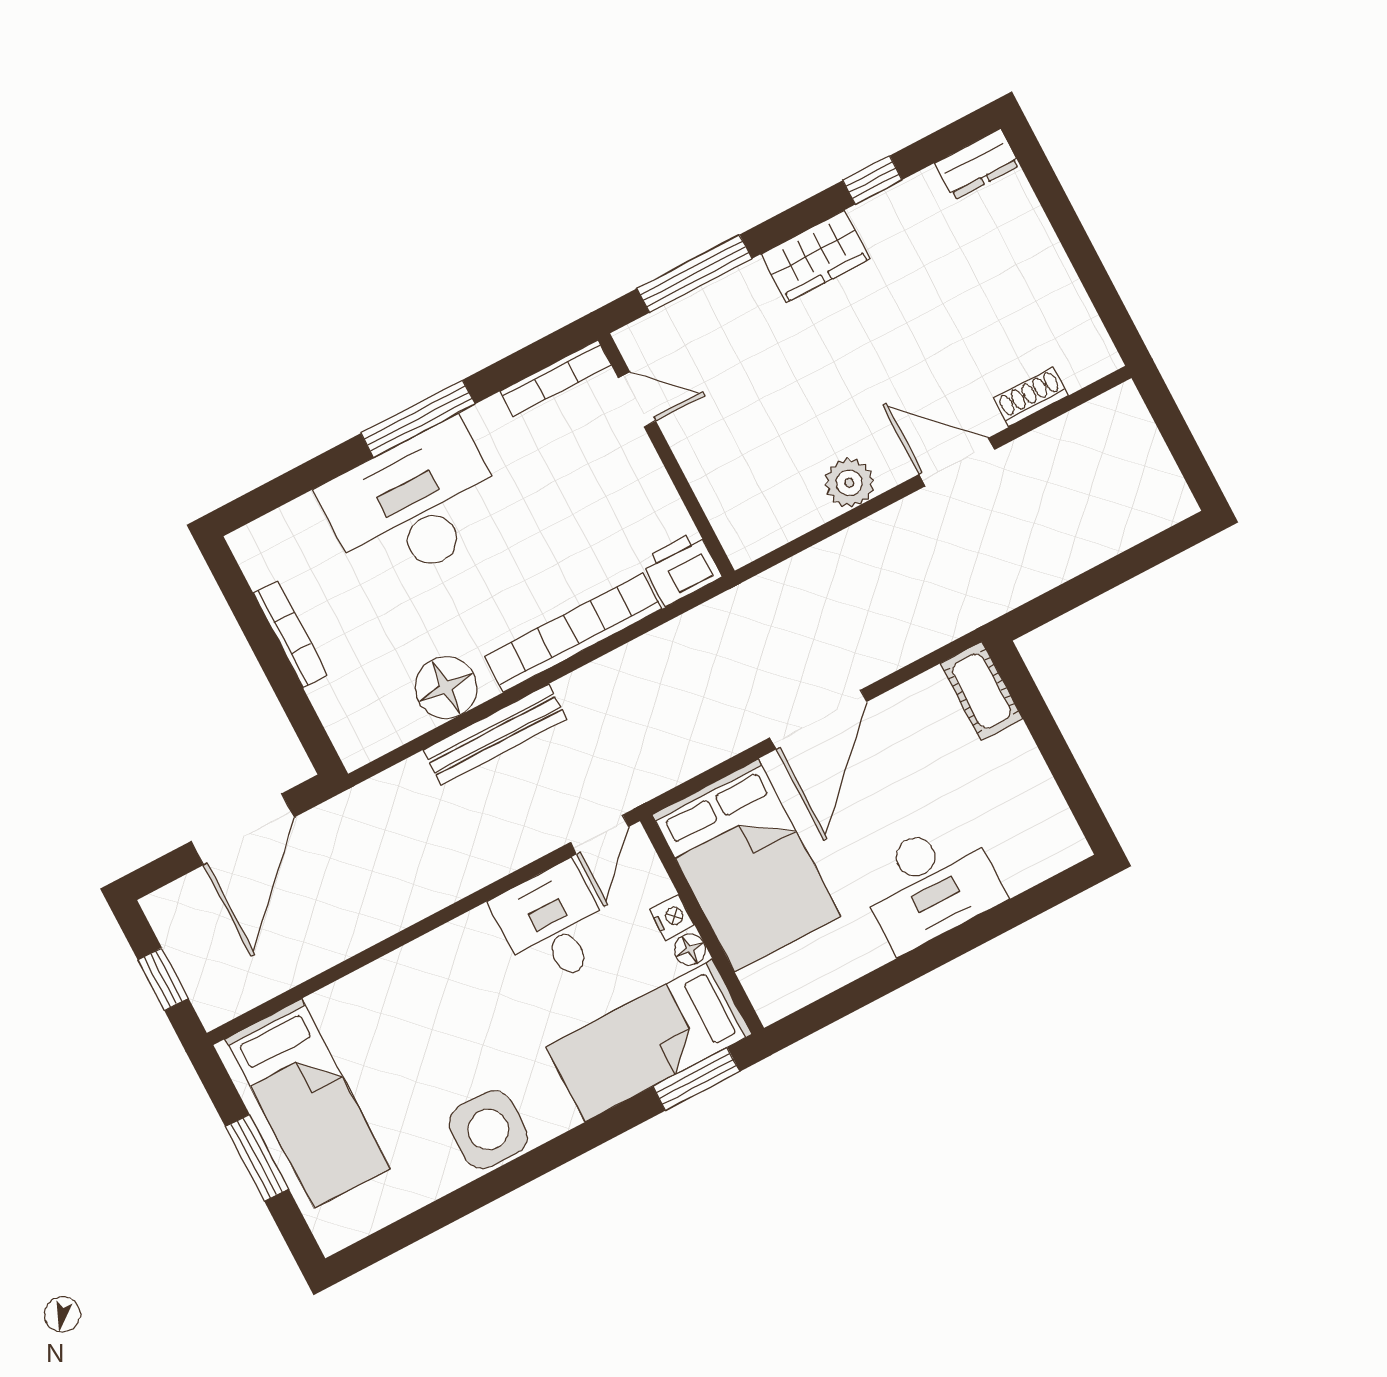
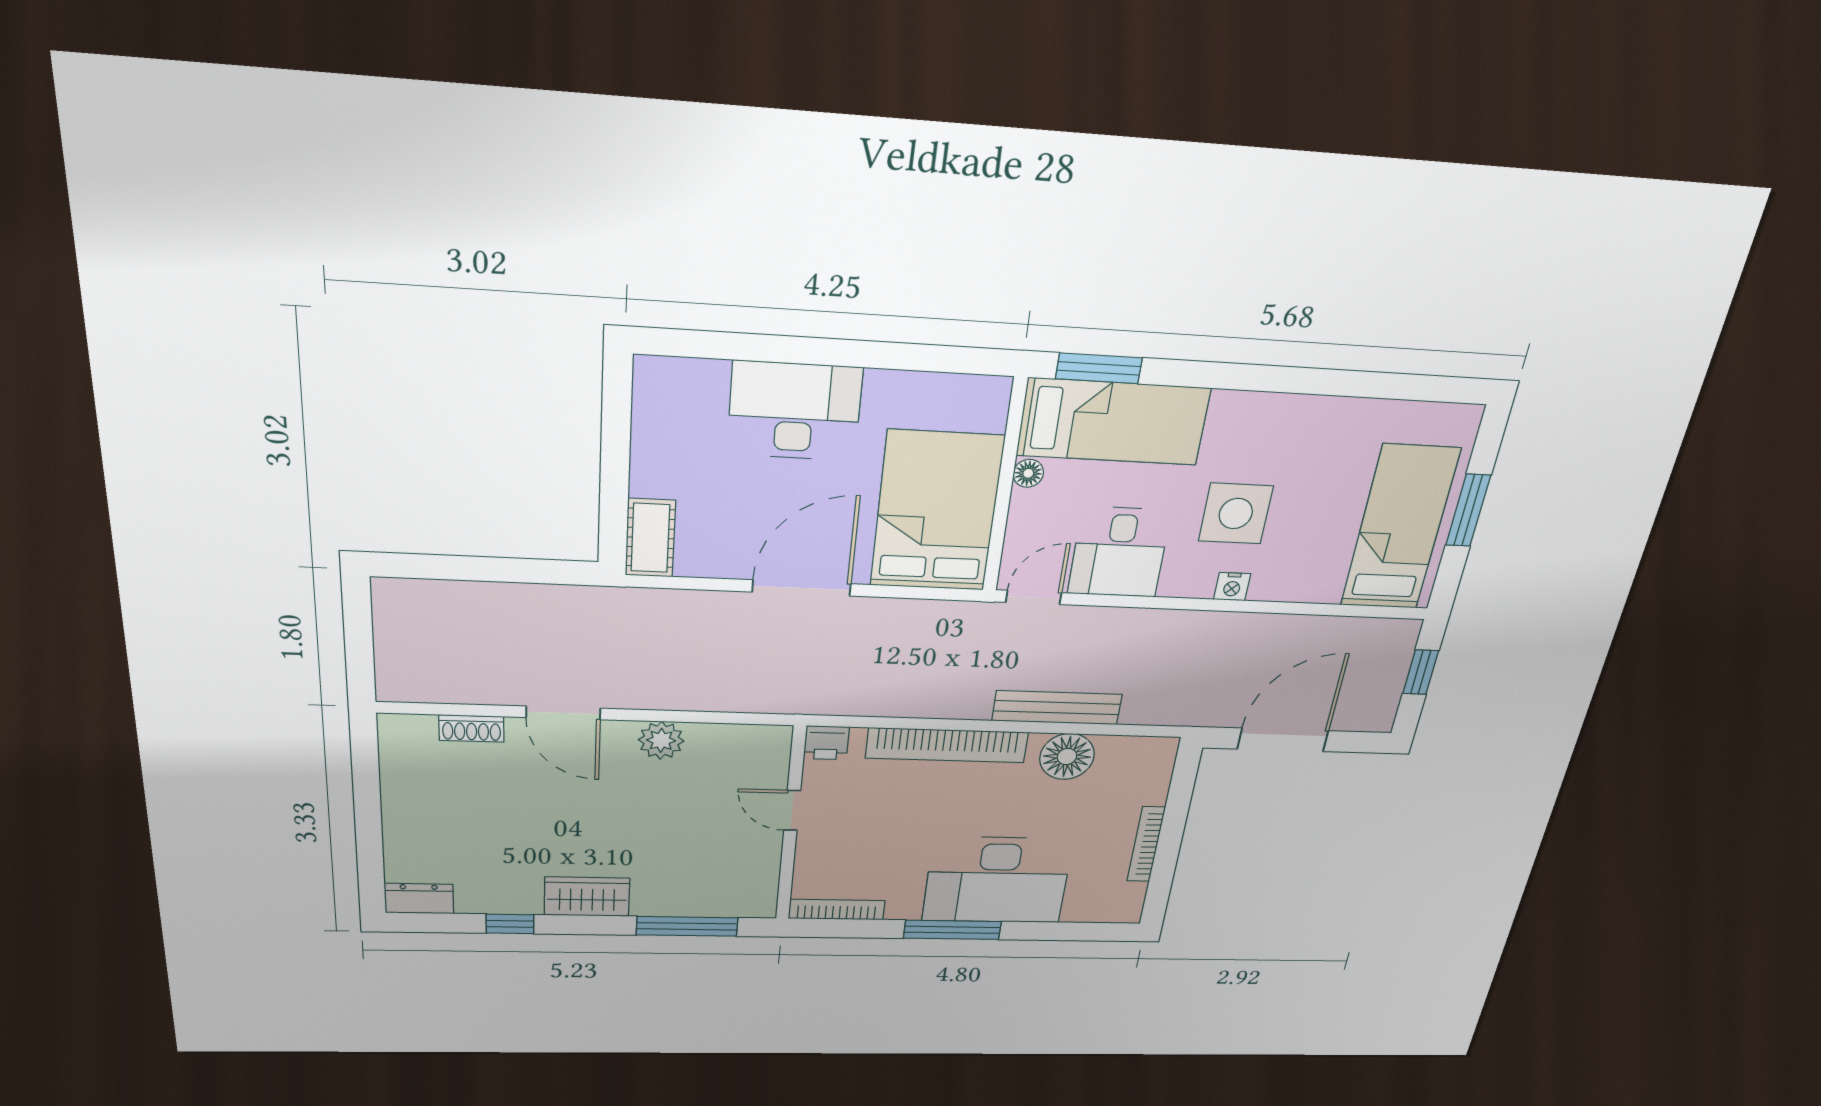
door: (637, 400) -> (792, 810), moved
printer: (681, 569) -> (826, 743), width x0.73, depth x0.81
nightstand: (672, 917) -> (1232, 587), moved, turned -90
side table: (488, 1130) -> (1236, 513), moved

